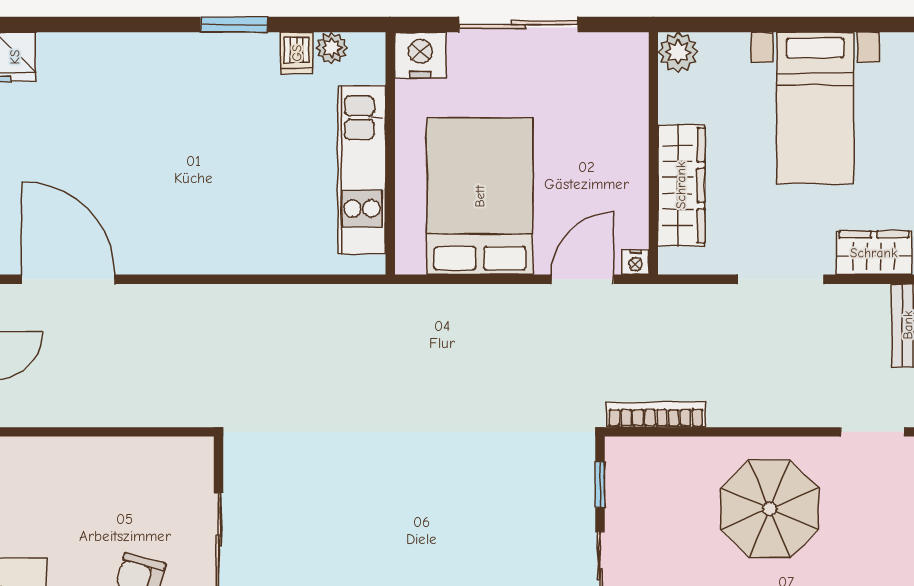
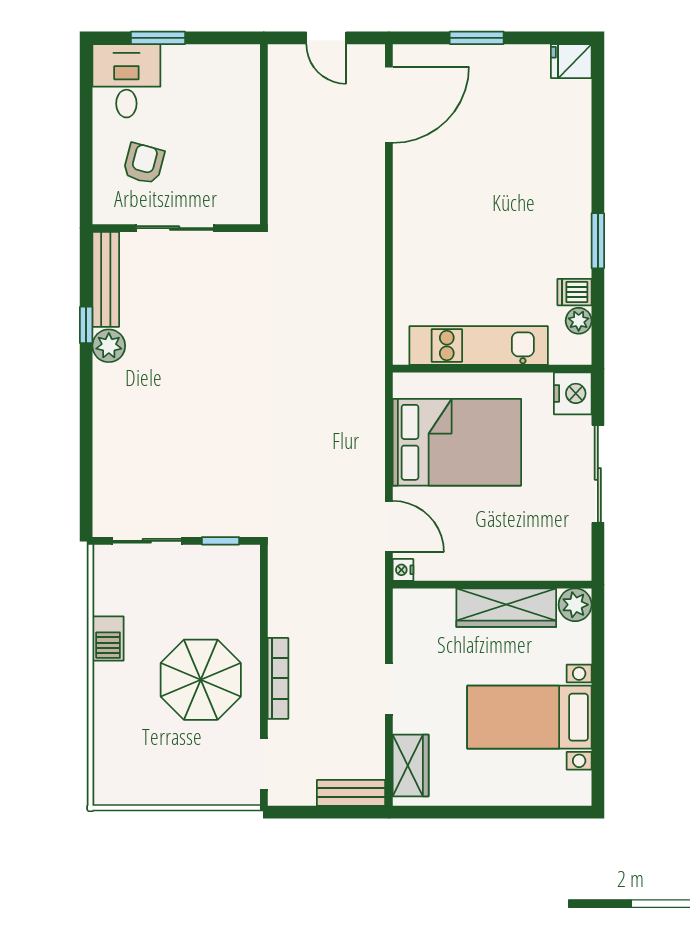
wardrobe: (681, 185) -> (506, 608), moved
doorway: (781, 279) -> (389, 689), width x0.73
bookcase: (656, 415) -> (278, 678), moved

